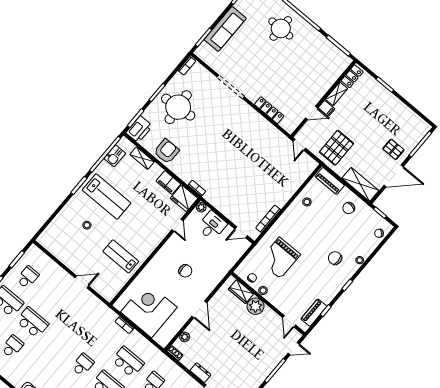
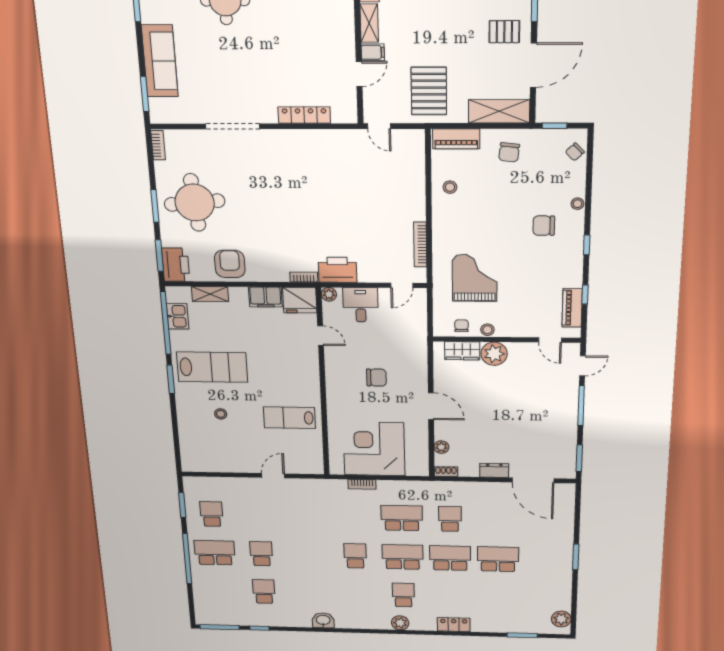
printer: (217, 198) -> (337, 270), added
grand piano: (280, 258) -> (475, 278), turned 180
school desk: (33, 322) -> (261, 554), width x0.54

